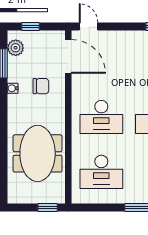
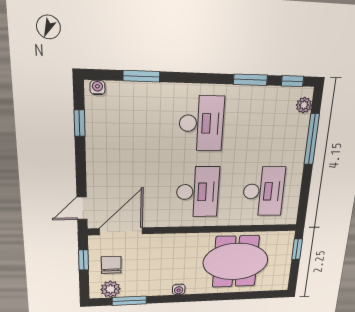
window: (30, 26) -> (83, 260), moved
chair: (41, 86) -> (111, 265), moved
water cooler: (13, 88) -> (179, 289), moved

